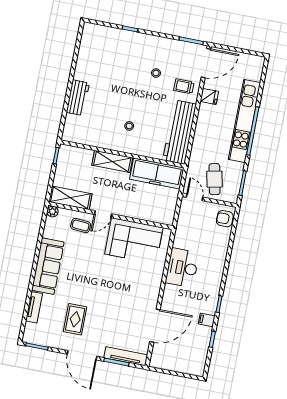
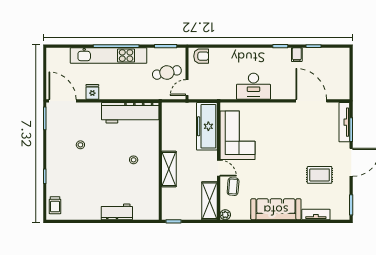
trolley: (184, 86) -> (55, 205), moved
freezer: (157, 173) -> (207, 126), moved, turned 180
armchair: (225, 219) -> (201, 56), turned -90

